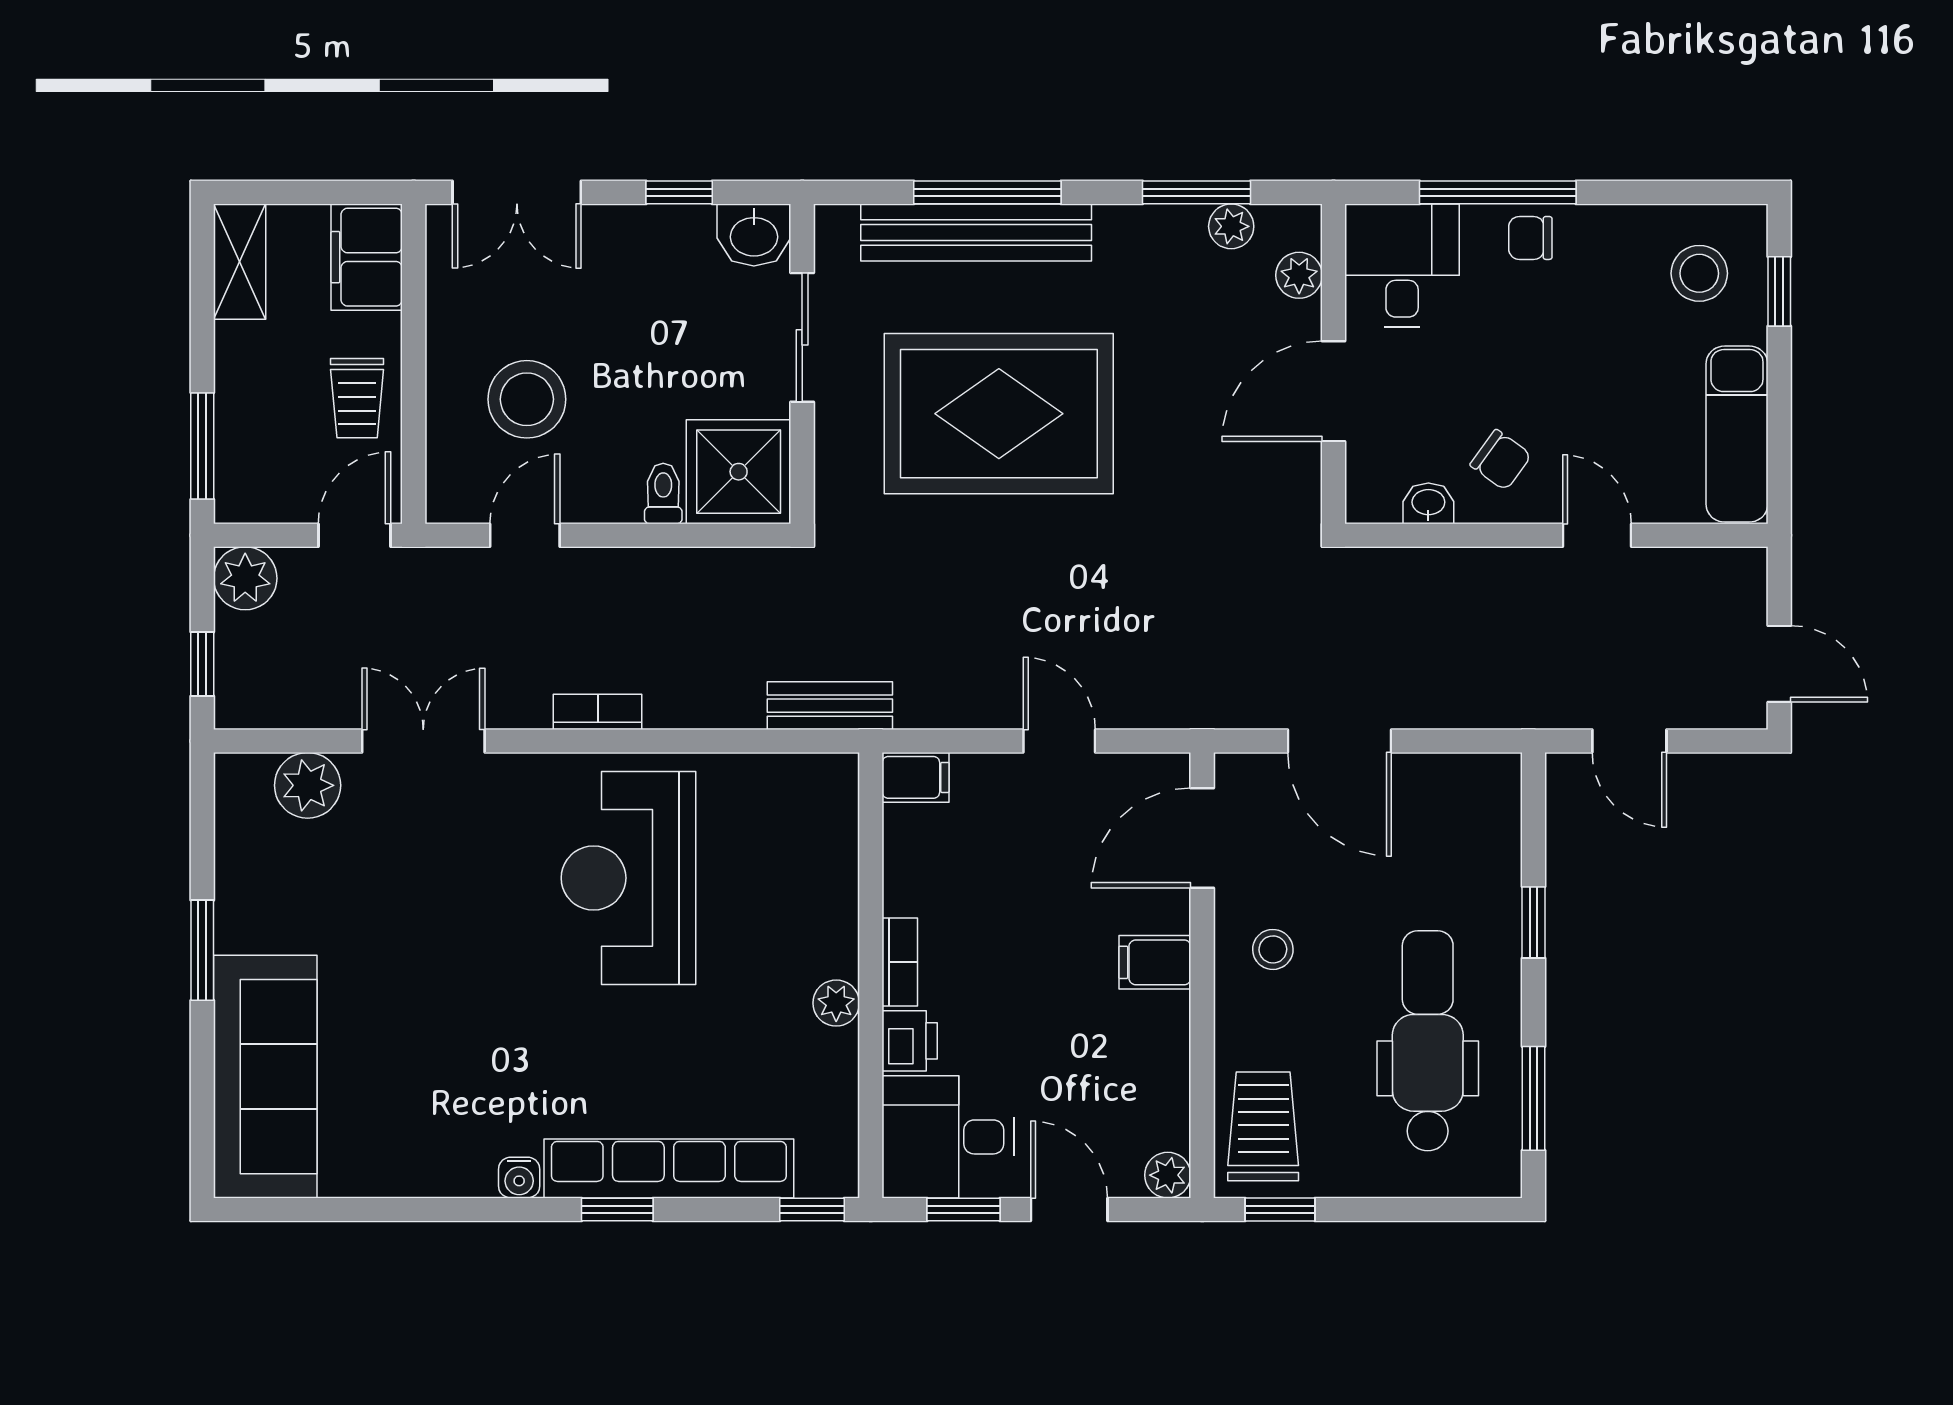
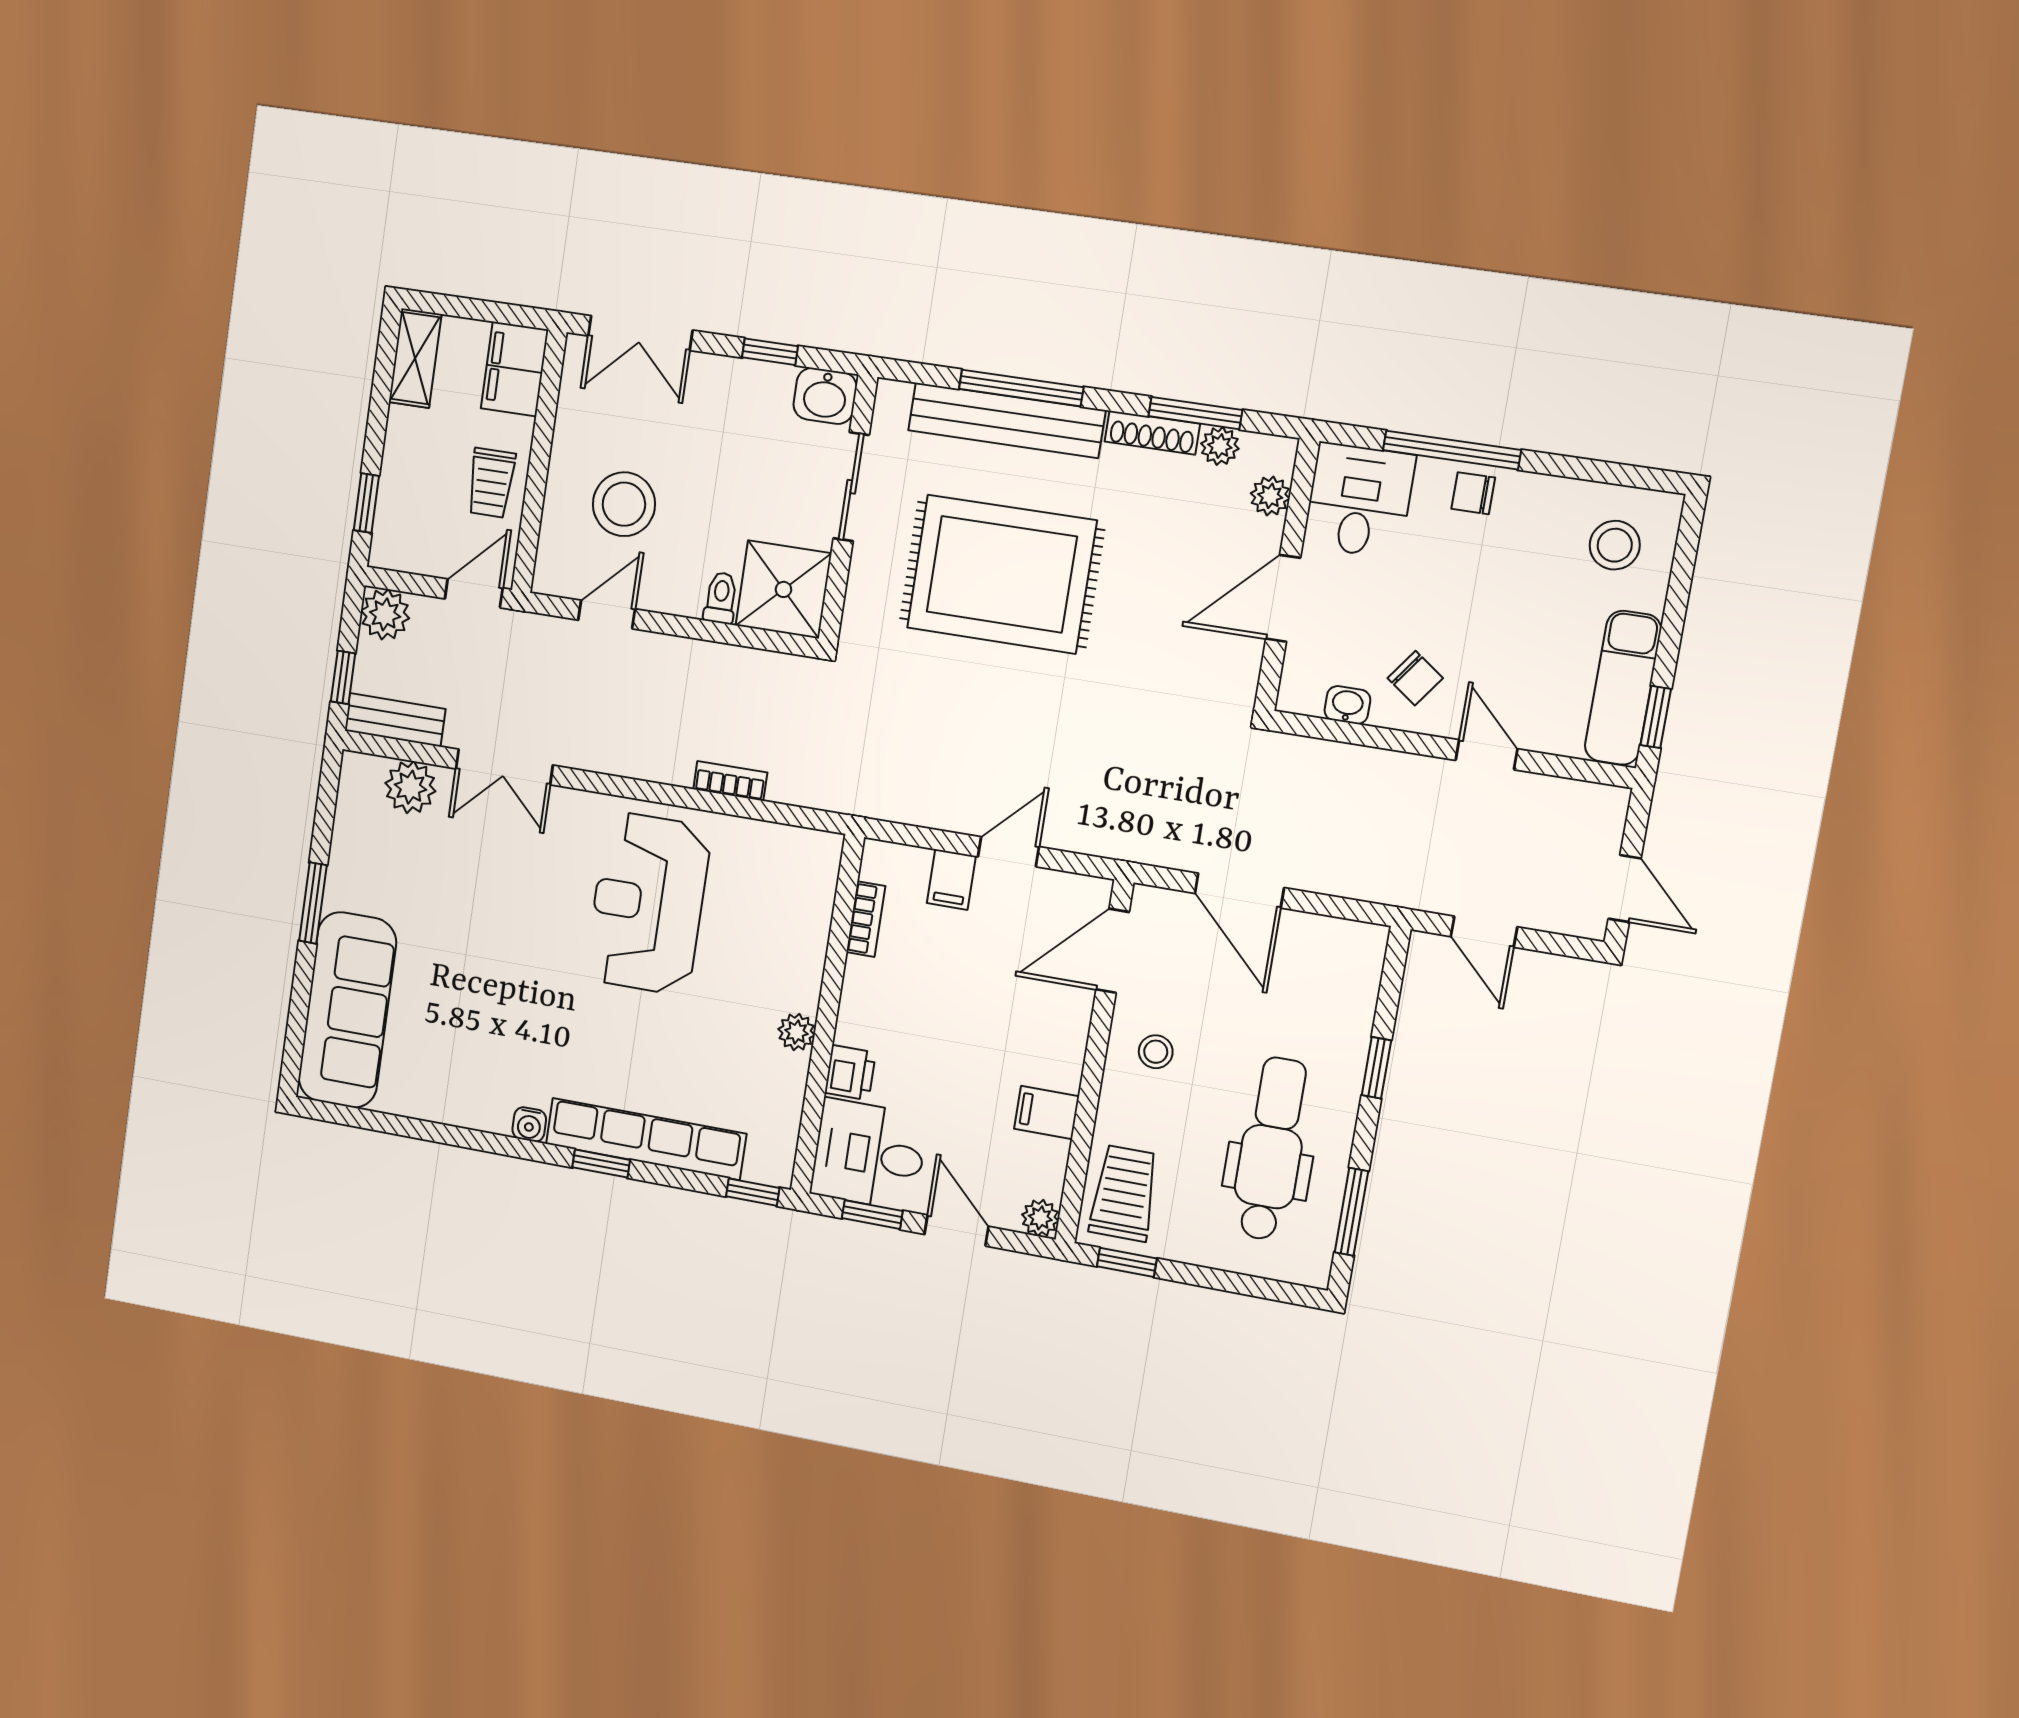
shoe rack: (1150, 222) -> (1152, 433), added
window: (1779, 291) -> (1656, 717), moved
window: (202, 446) -> (366, 503), width x0.67
bench: (830, 706) -> (395, 720), moved
bookcase: (598, 712) -> (730, 781), moved
double door: (423, 741) -> (504, 767), swing flipped
door: (1059, 741) -> (1009, 852), hinge flipped
filing cabinet: (916, 777) -> (951, 880), moved, turned 90
bookcase: (900, 962) -> (866, 919), moved
filing cabinet: (1155, 962) -> (1047, 1113), moved

